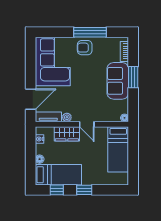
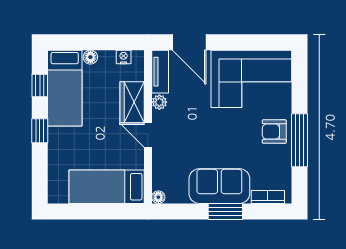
armchair: (85, 48) -> (274, 132), turned -90
door: (87, 124) -> (148, 135), hinge flipped

